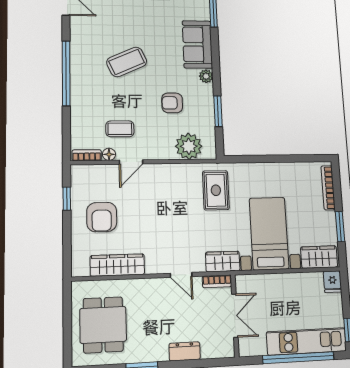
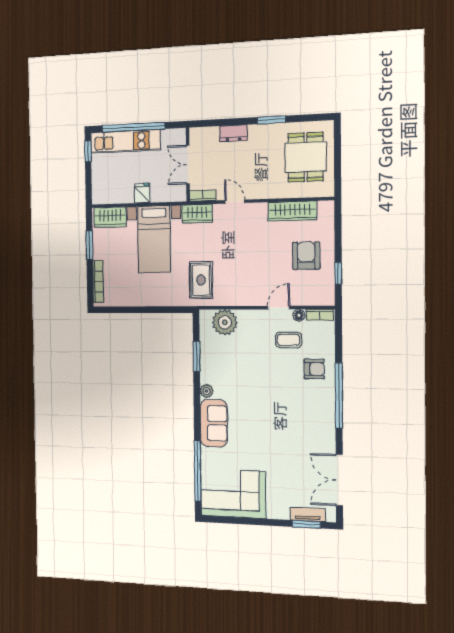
coffee table: (127, 62) -> (281, 406), removed
armchair: (172, 103) -> (314, 369), moved
fridge: (332, 282) -> (142, 193), moved

